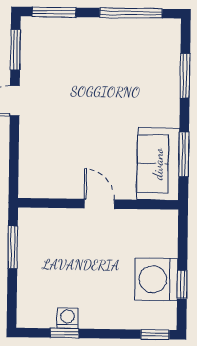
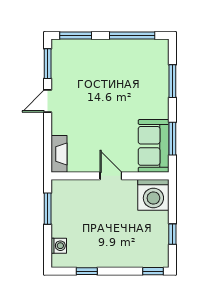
fireplace: (29, 173) -> (59, 154), added
washing machine: (156, 279) -> (153, 195), moved, turned -90
washing machine: (67, 318) -> (59, 246), moved, turned 90

